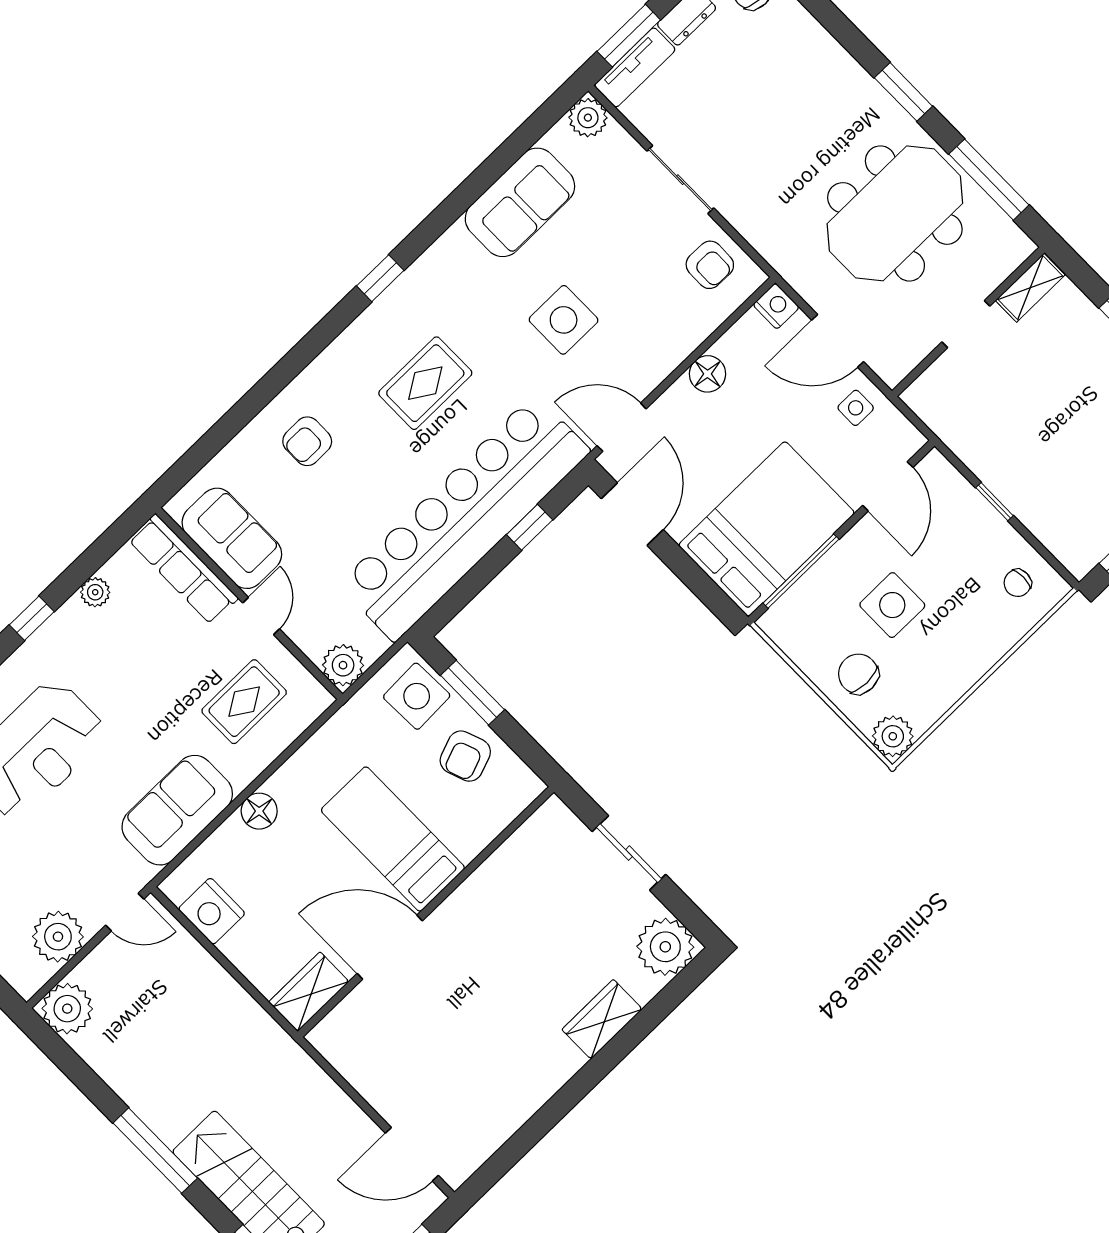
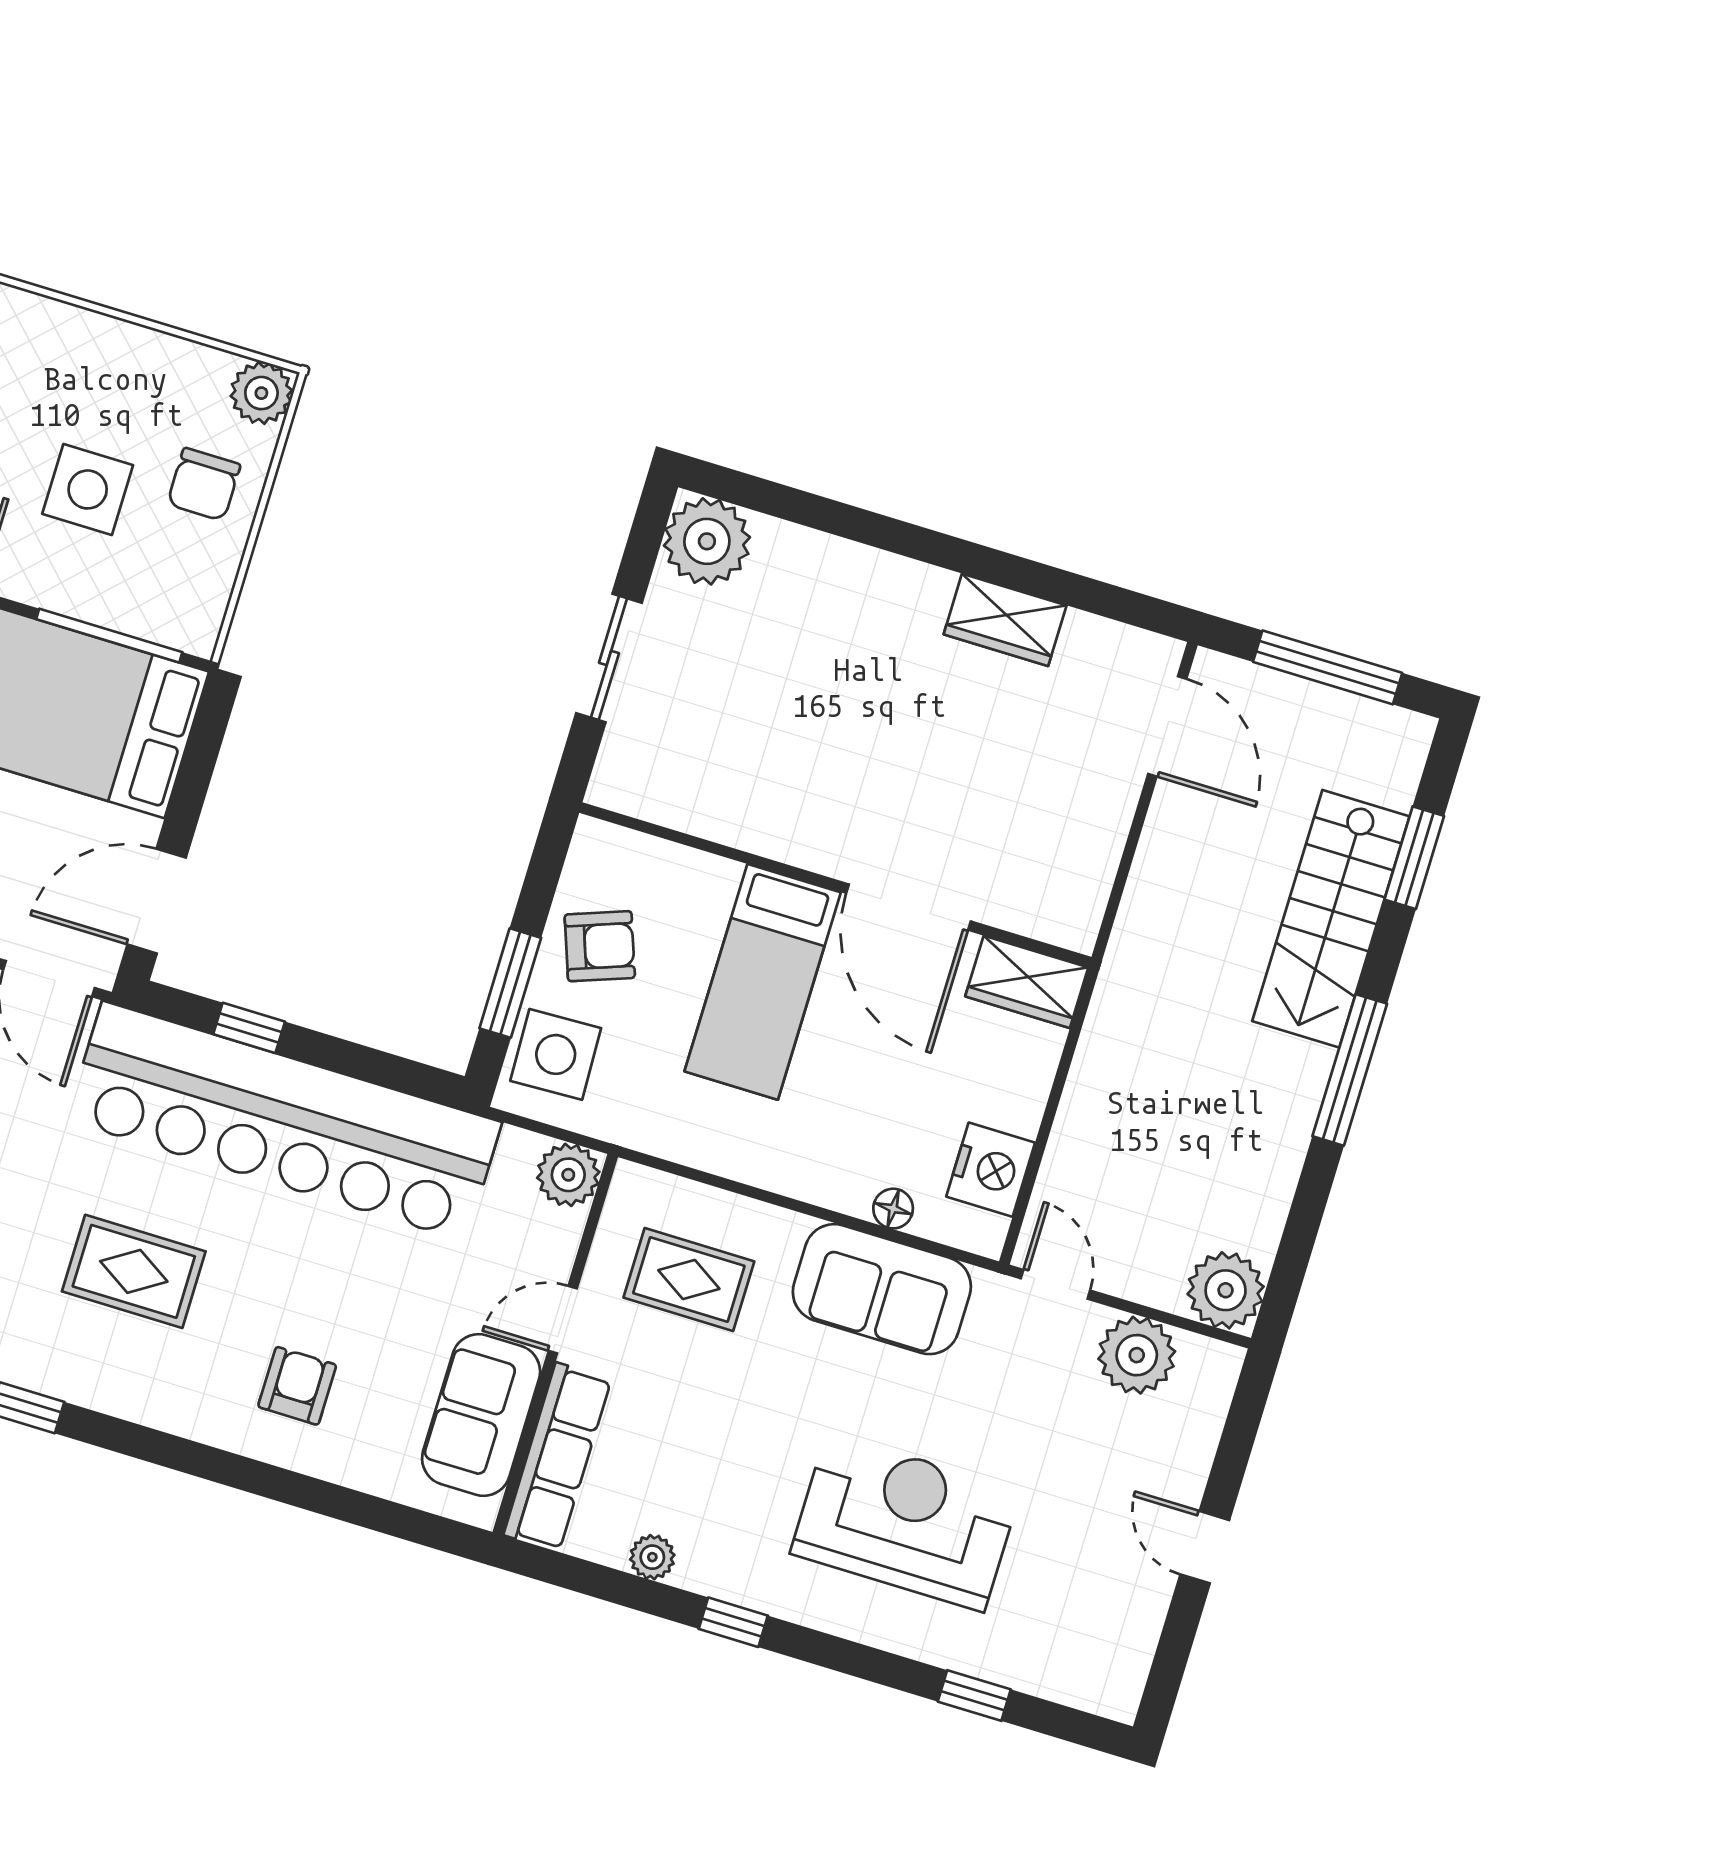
armchair: (307, 441) -> (297, 1386), turned -90
floor lamp: (259, 811) -> (893, 1209), moved, width x0.73, depth x0.73
wardrobe: (602, 1019) -> (1005, 620), moved

